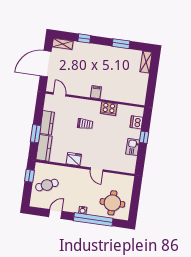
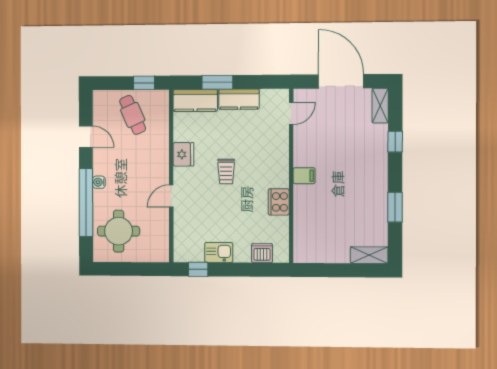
trolley: (85, 124) -> (226, 171), moved
window: (144, 137) -> (198, 269), moved

